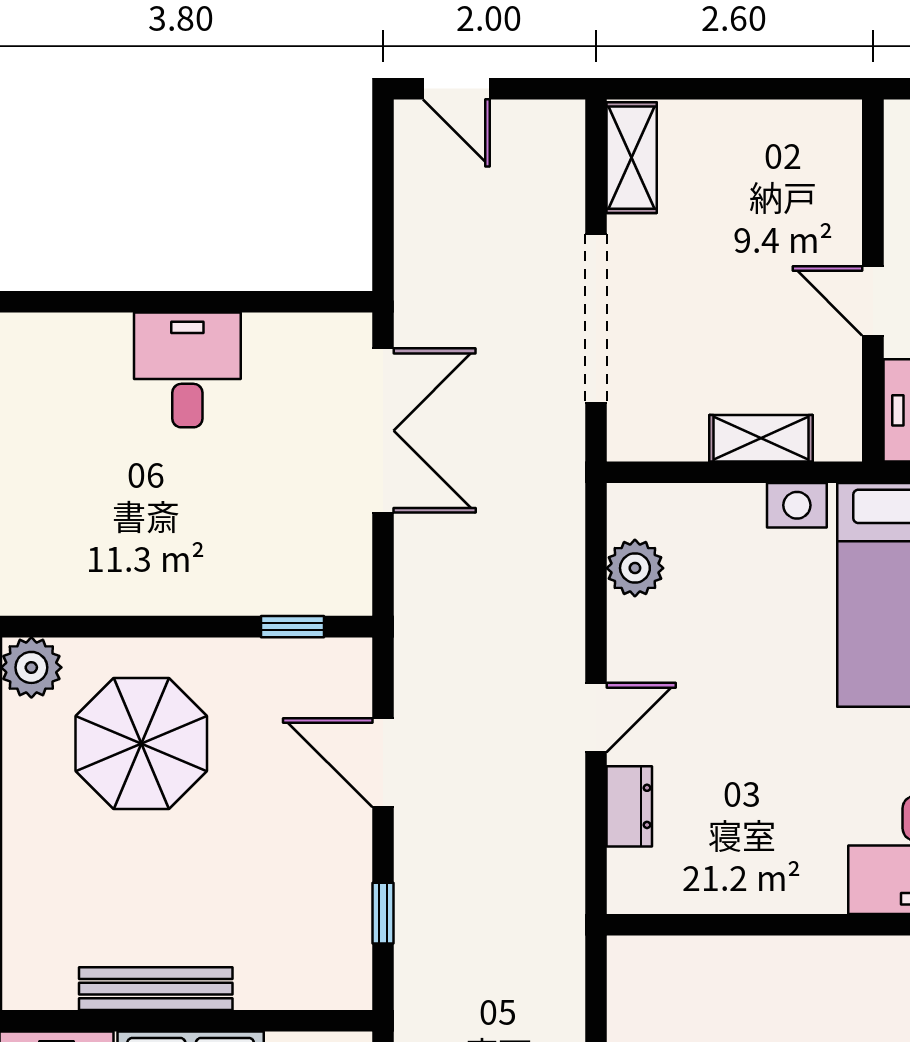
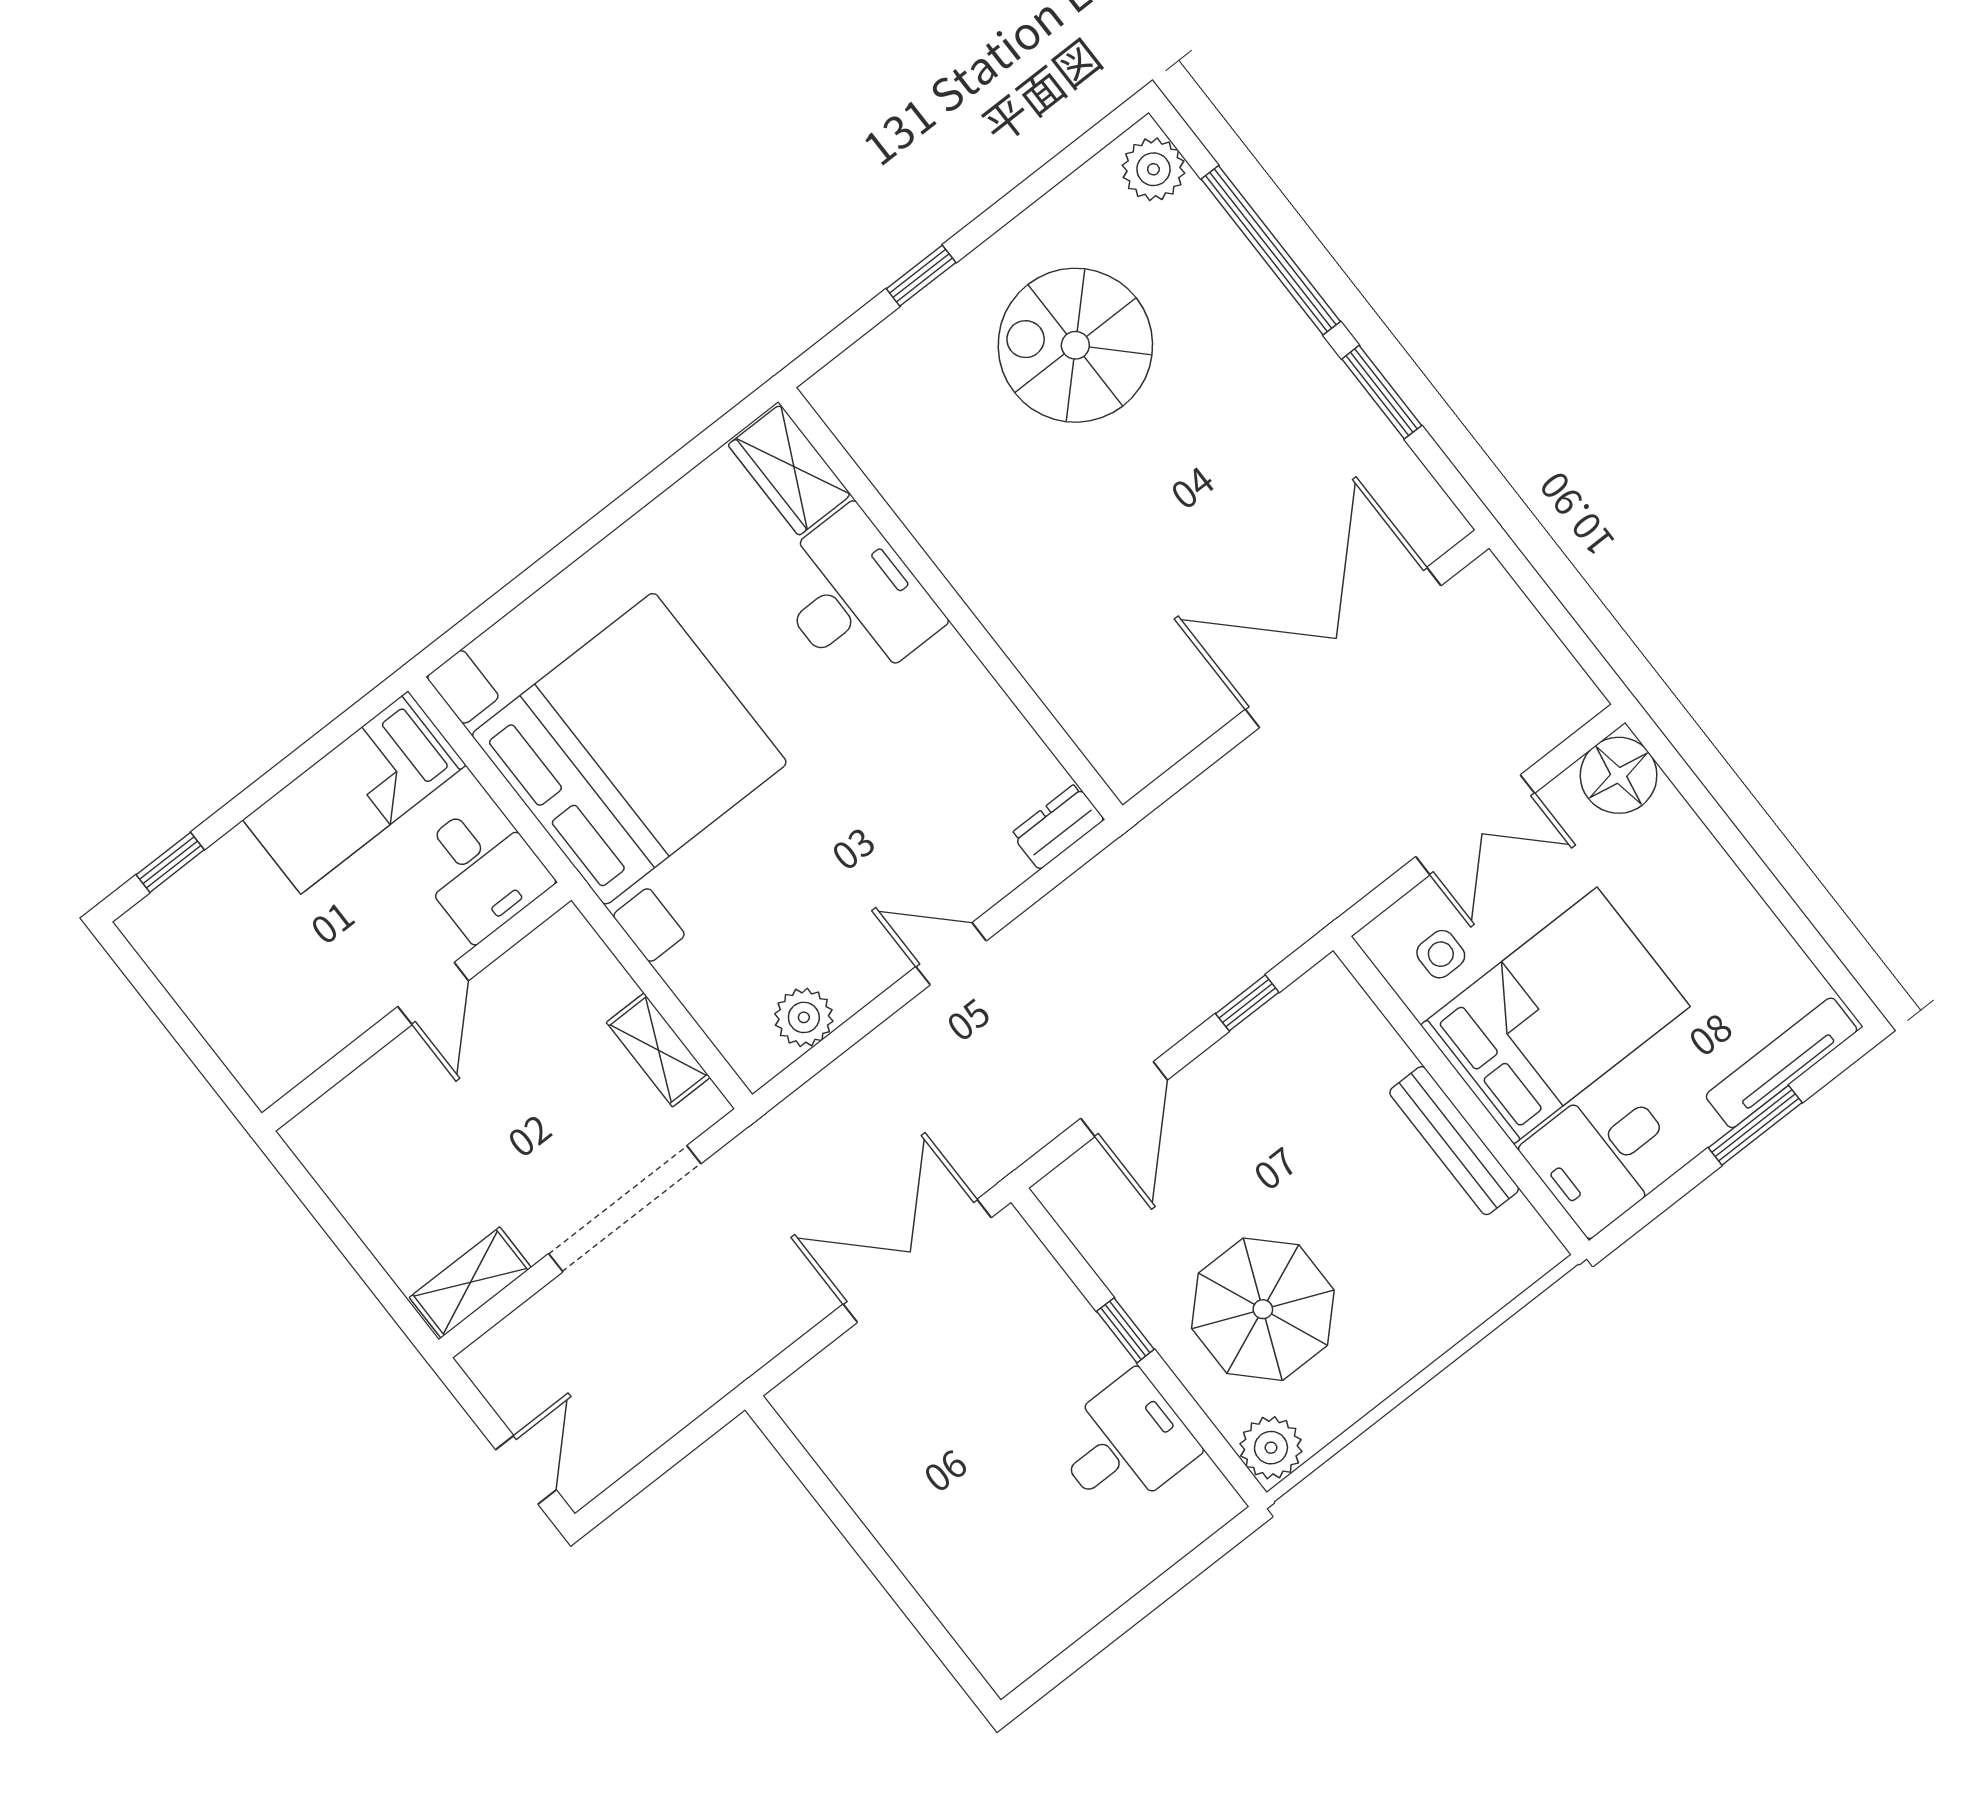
desk: (187, 370) -> (1124, 1444), moved, turned 180
double door: (383, 431) -> (917, 1261), moved
shelving: (761, 438) -> (658, 1050), moved
window: (293, 627) -> (1125, 1330), moved
dresser: (629, 806) -> (1058, 827), moved

